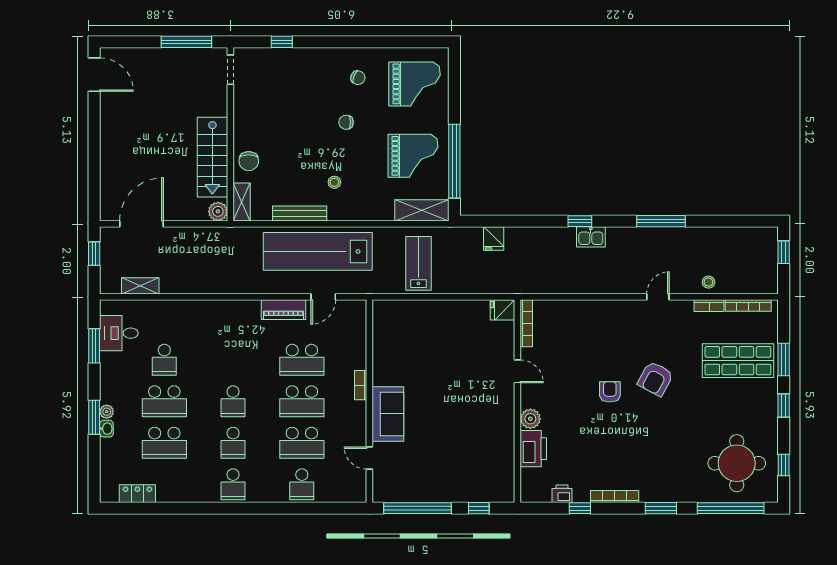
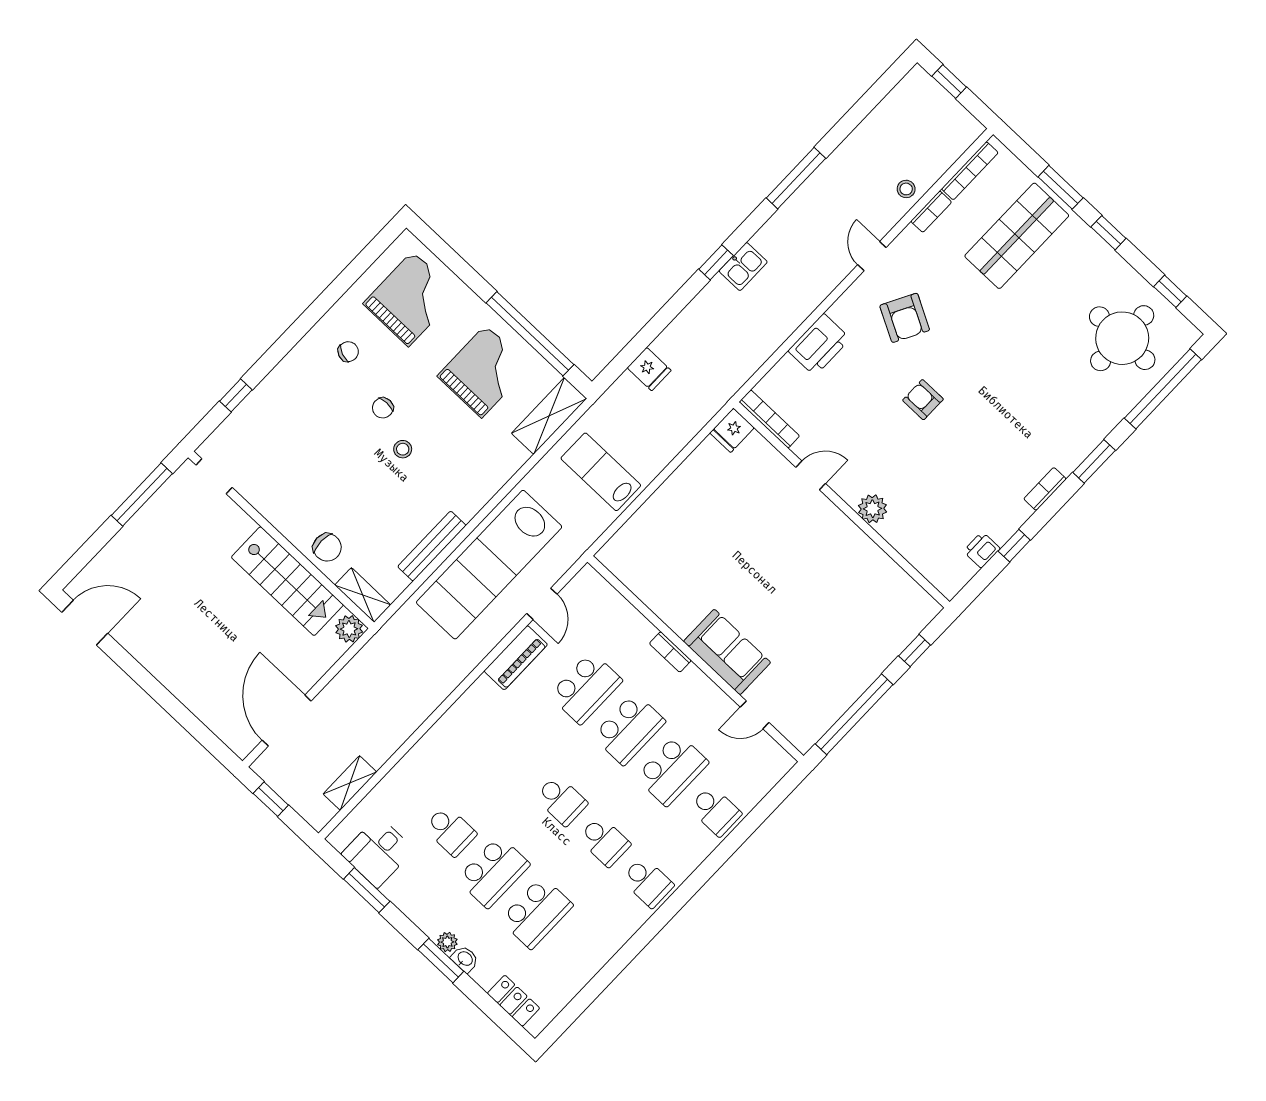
stool: (334, 182) -> (403, 449), moved
armchair: (655, 379) -> (905, 318), moved
printer: (533, 449) -> (819, 345), moved, turned 90
locker: (137, 494) -> (513, 1001), moved, turned 90
bookcase: (615, 497) -> (1045, 489), width x0.64

